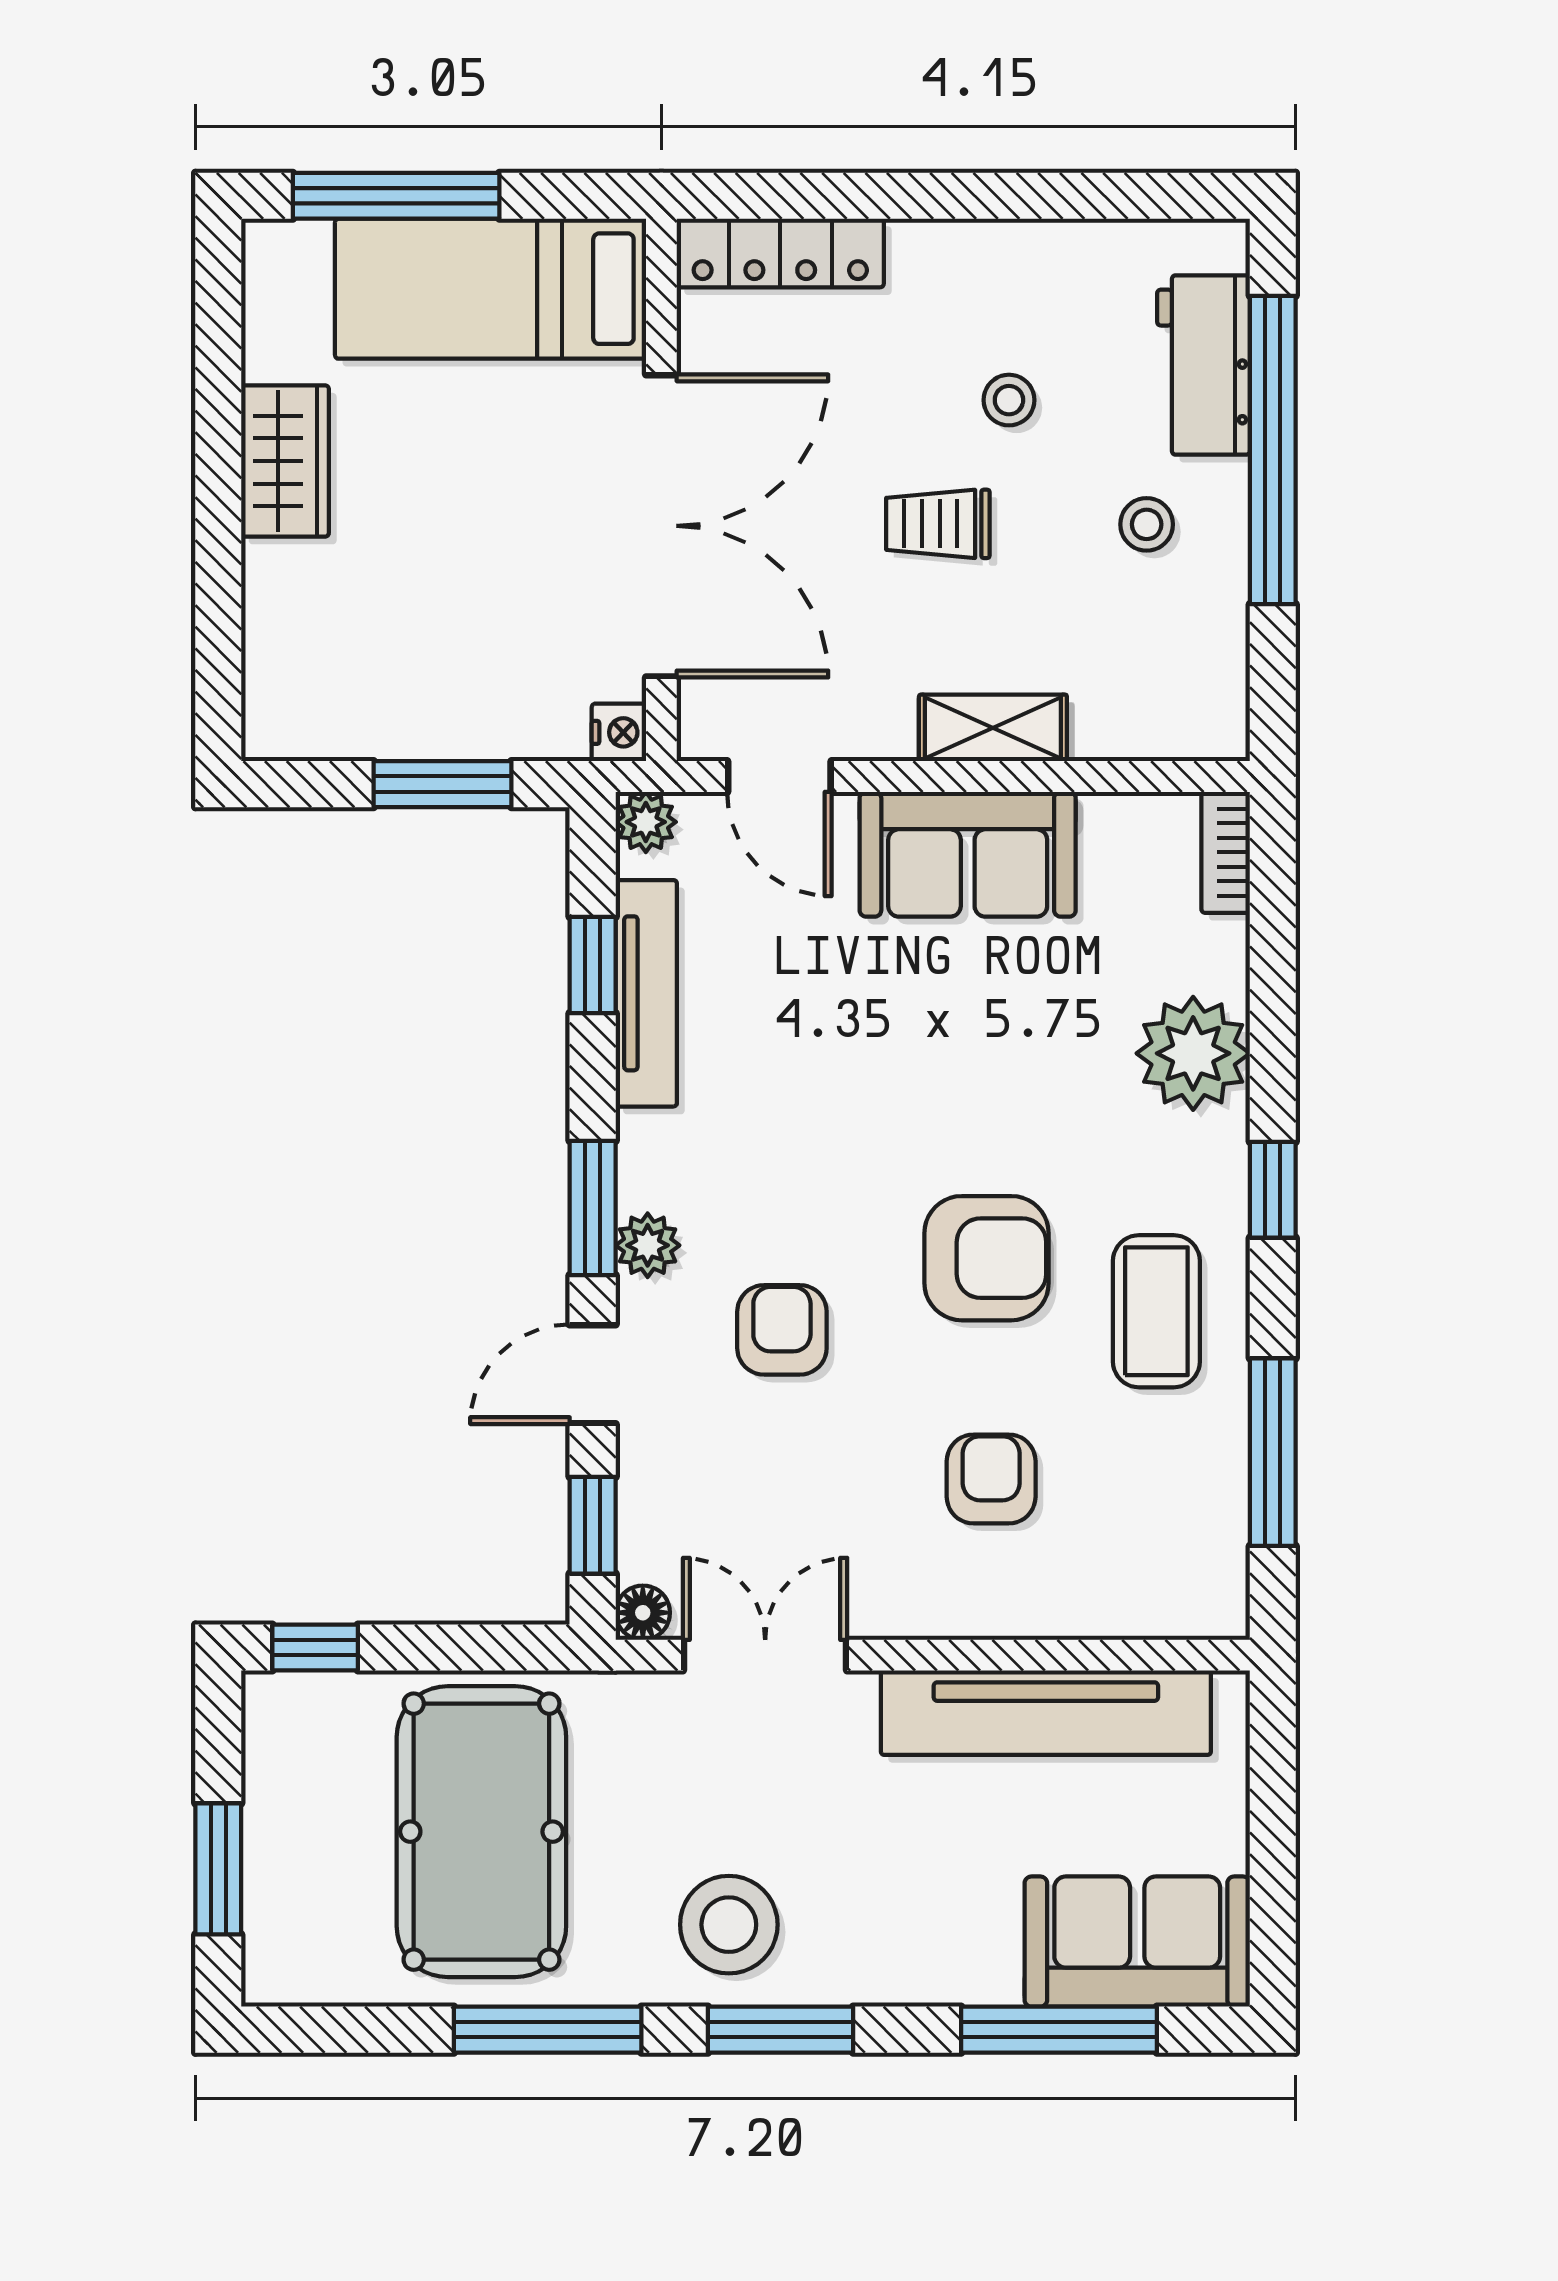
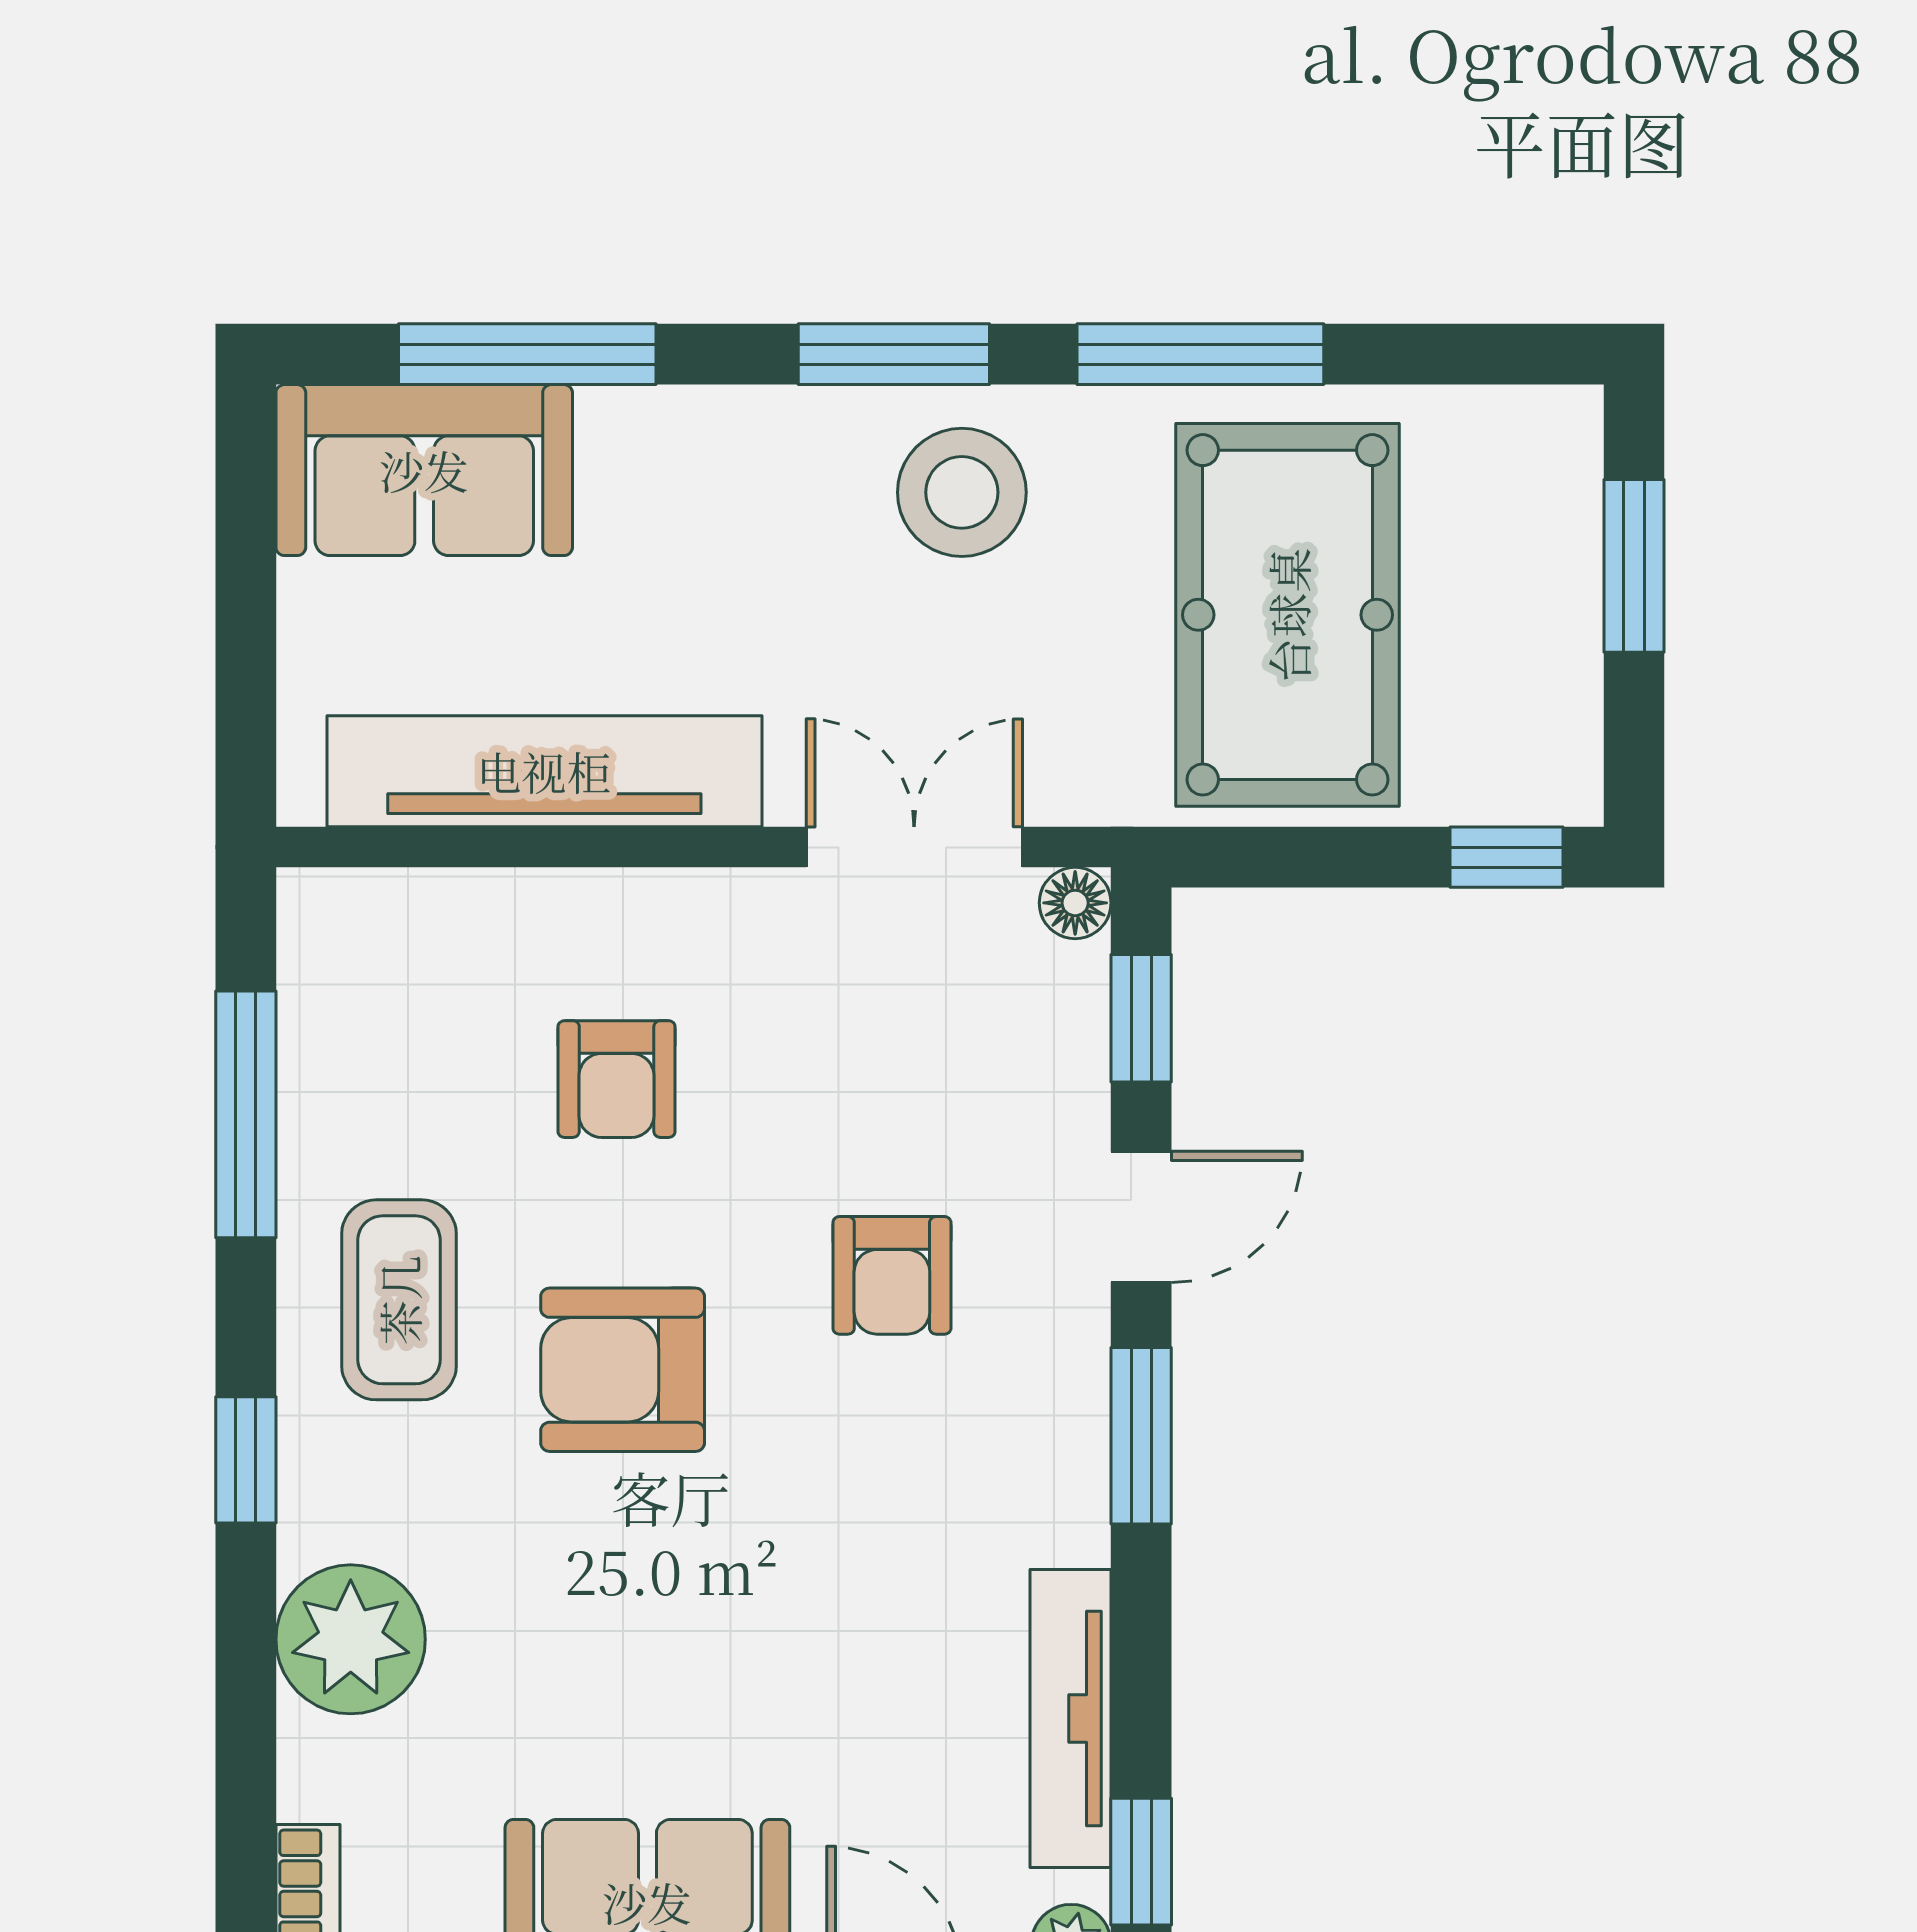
window: (593, 965) -> (1141, 1862), moved
plant: (648, 1245) -> (1069, 1387), removed
double door: (765, 1655) -> (914, 847), swing flipped

